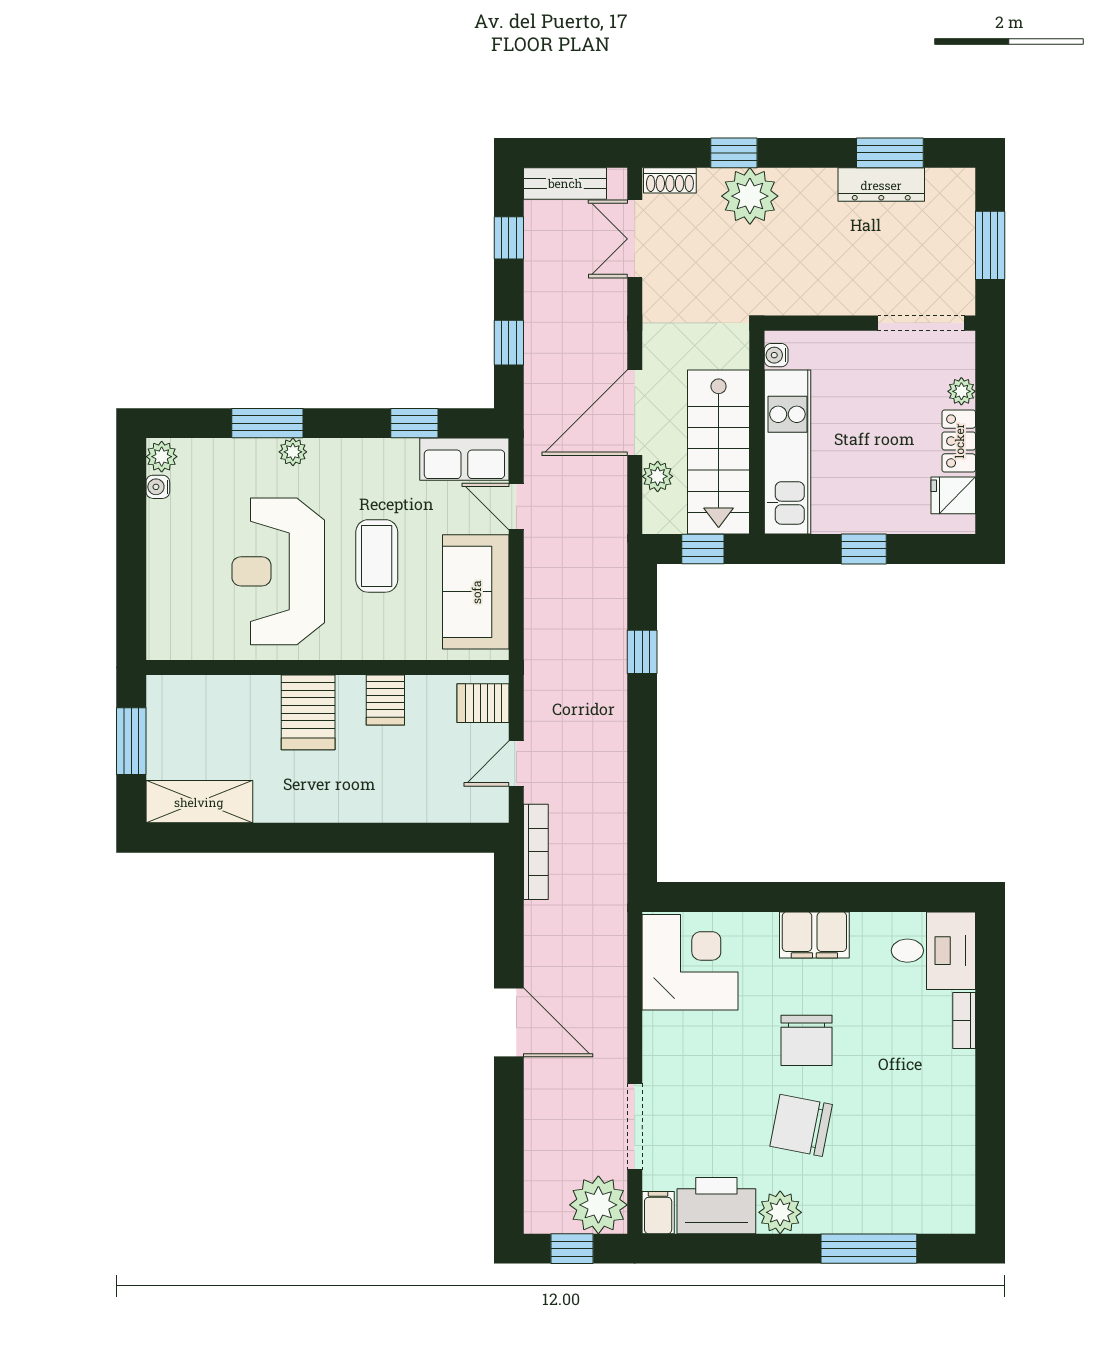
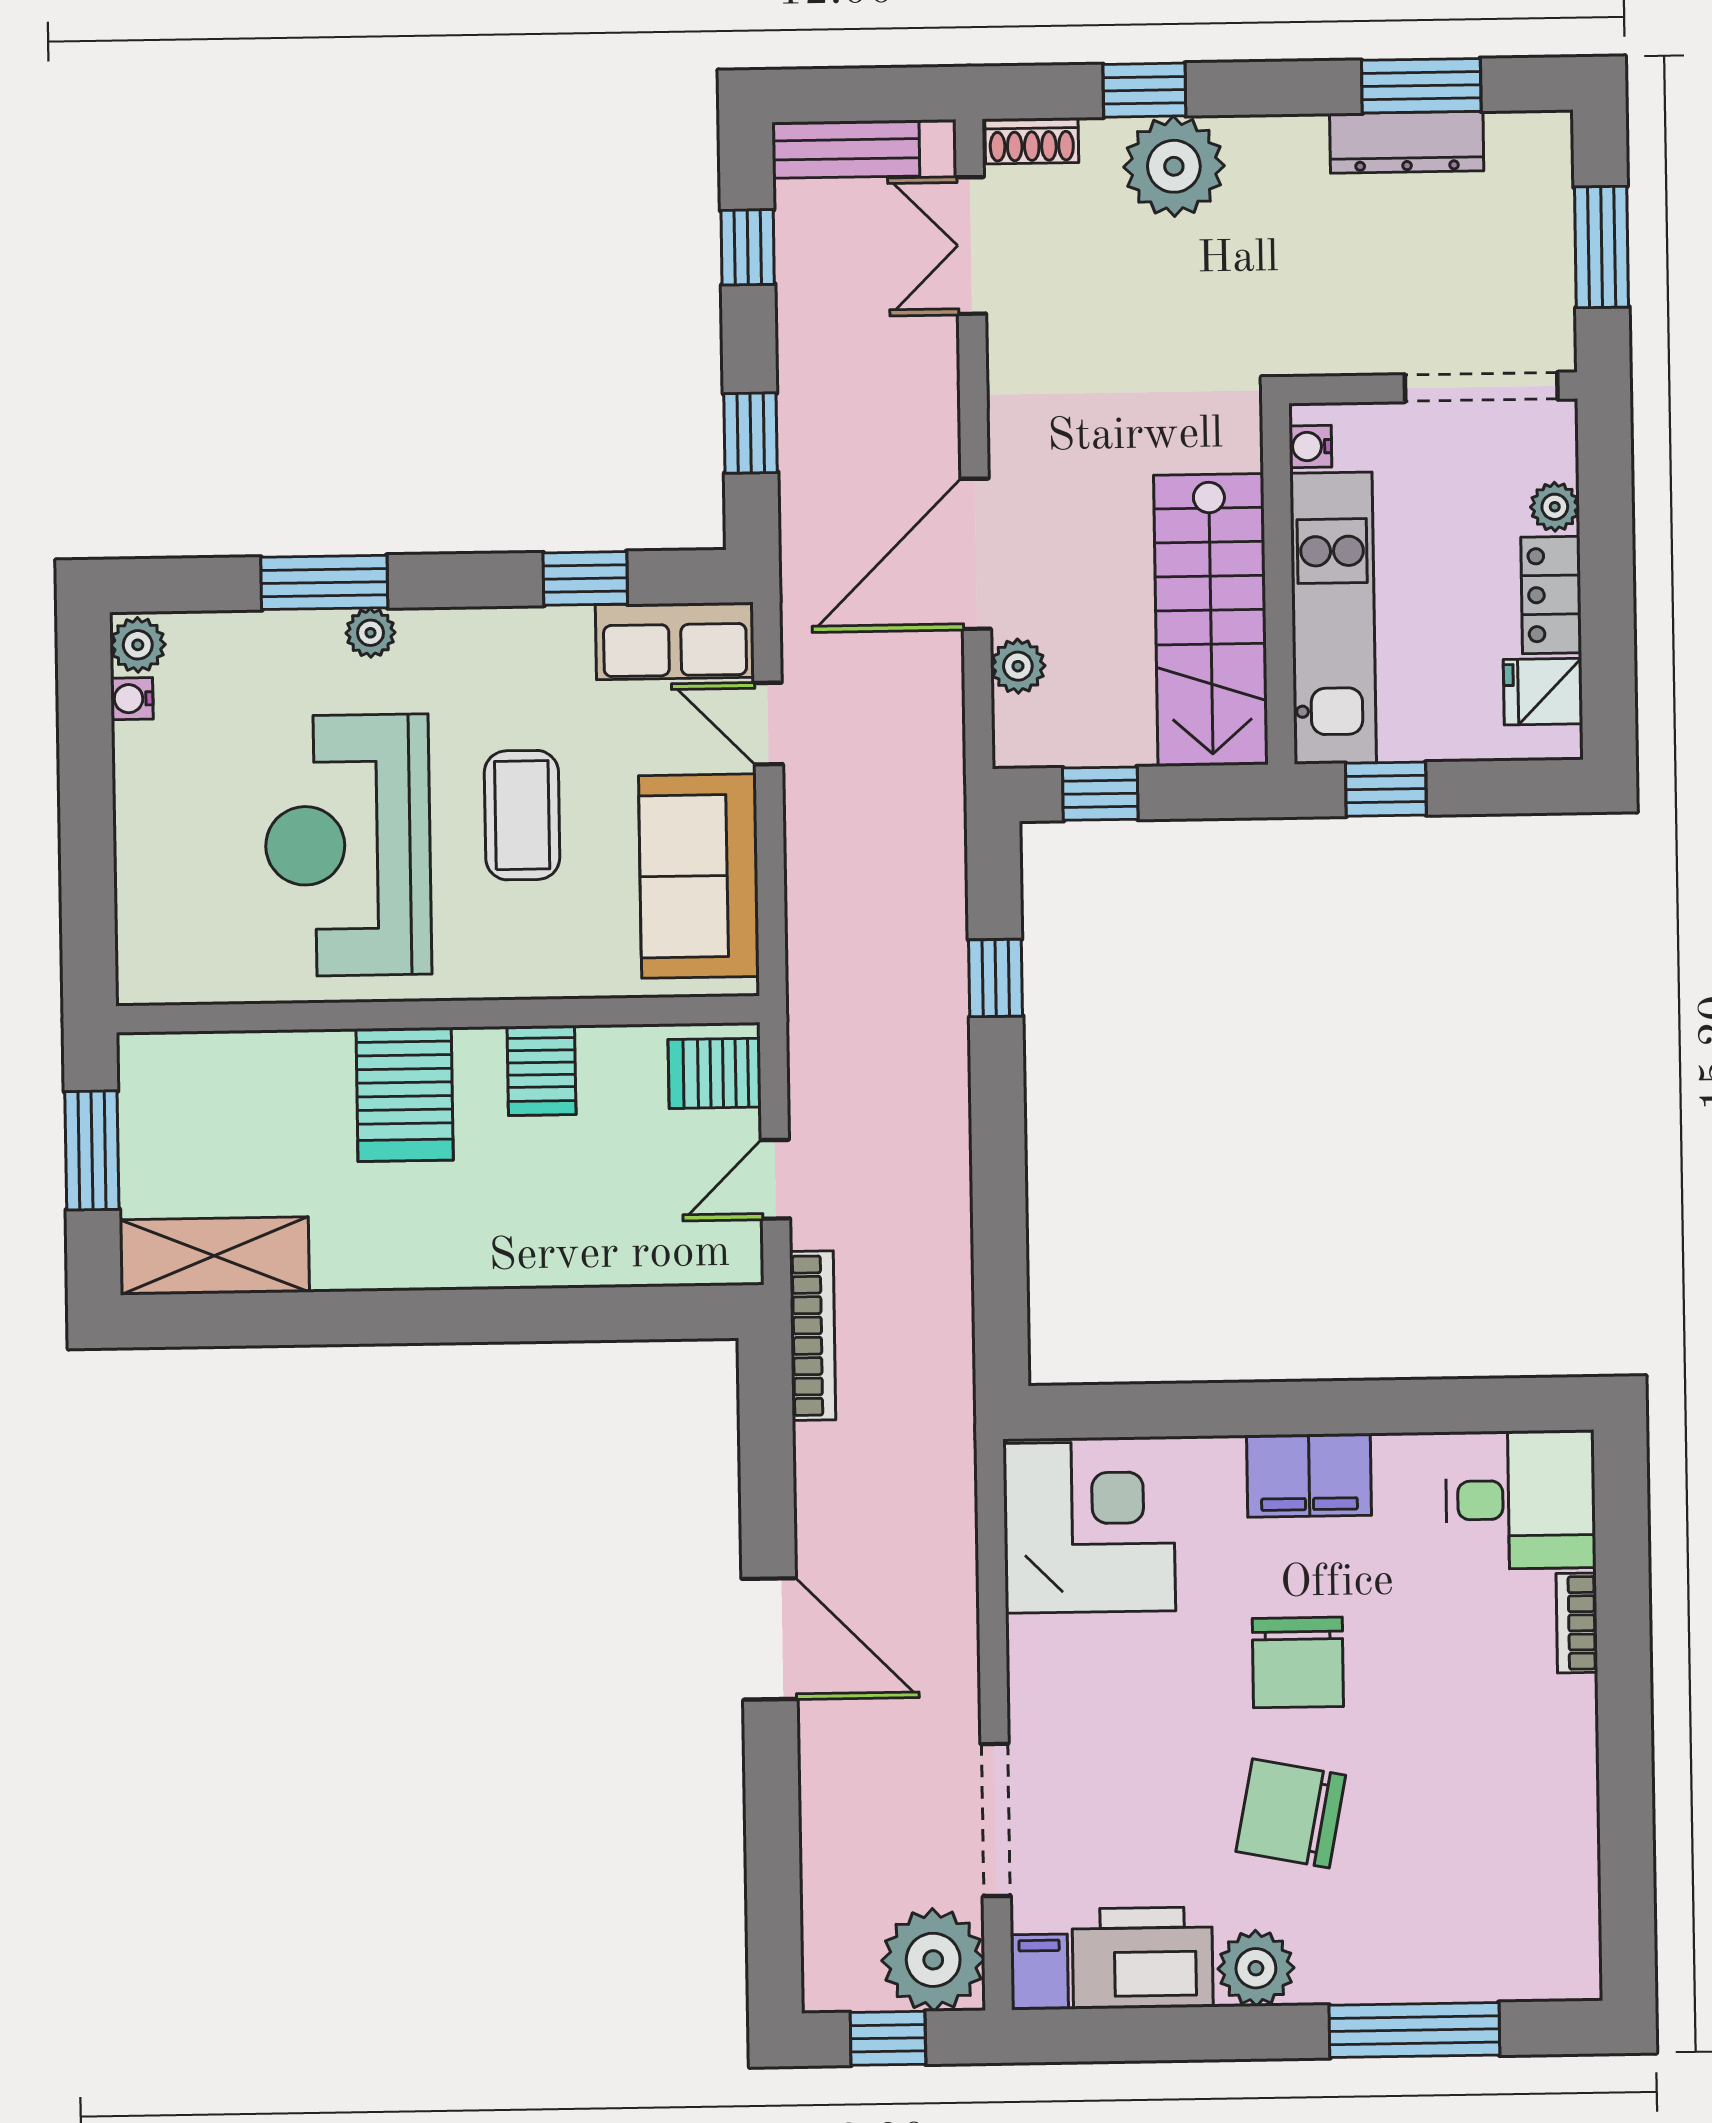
water cooler: (776, 355) -> (1310, 446), moved
wall: (757, 432) -> (1278, 584), moved
stairs: (719, 452) -> (1211, 620), moved
kitchen unit: (787, 452) -> (1333, 618), moved

